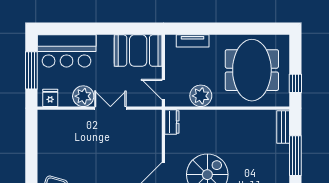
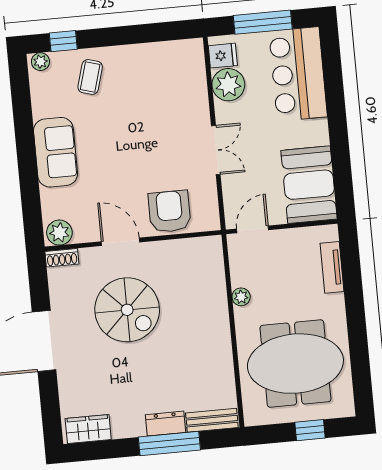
window: (295, 83) -> (310, 430), moved
plant: (83, 96) -> (228, 85), moved
plant: (201, 96) -> (241, 297), width x0.53, depth x0.53
dresser: (172, 122) -> (165, 424), moved, turned 180
armchair: (147, 142) -> (170, 211), added

